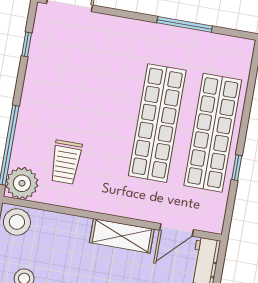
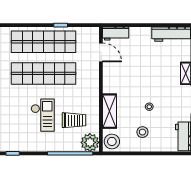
checkout: (84, 109) -> (43, 115), added
shelving: (122, 236) -> (109, 111), moved

